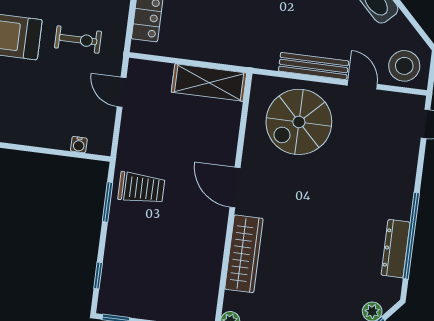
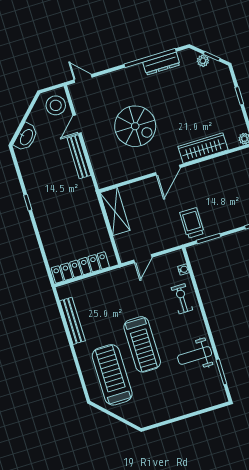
exercise bike: (78, 40) -> (182, 299), moved
spiral stairs: (299, 122) -> (135, 126), moved

